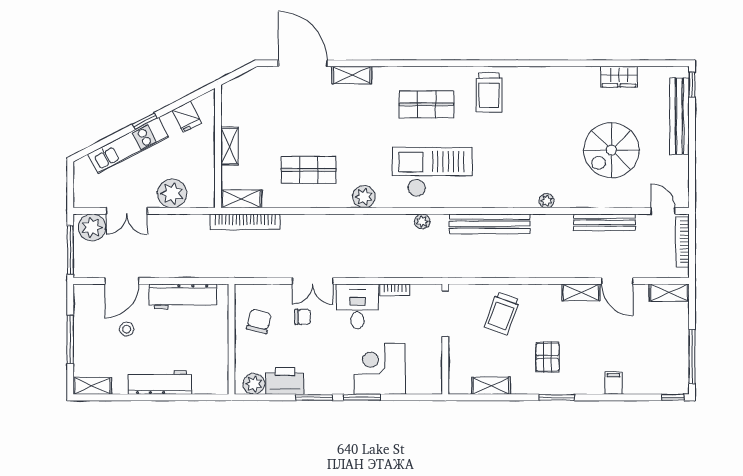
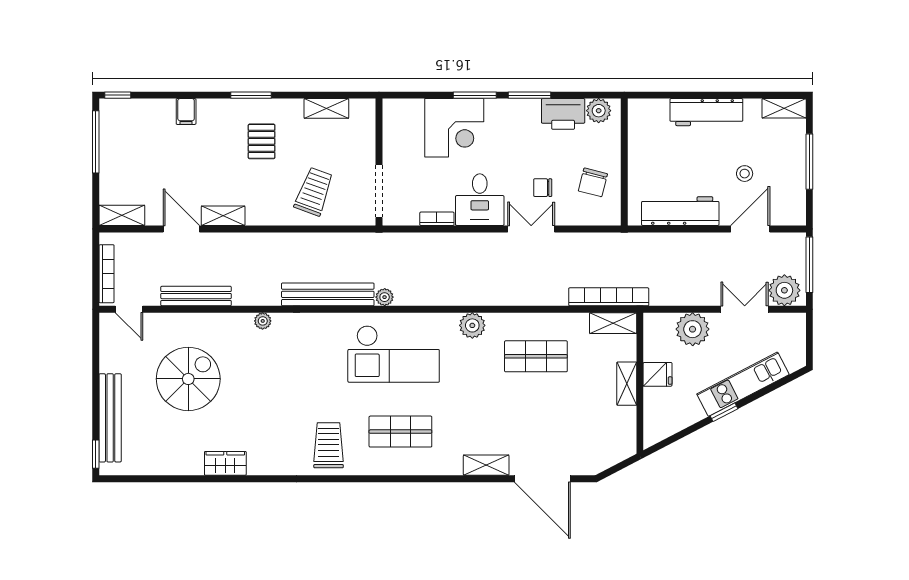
wardrobe: (619, 77) -> (225, 463), moved
fridge: (187, 117) -> (658, 374), moved, turned 117
plant: (422, 221) -> (385, 297), moved

